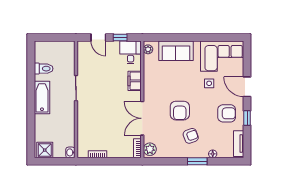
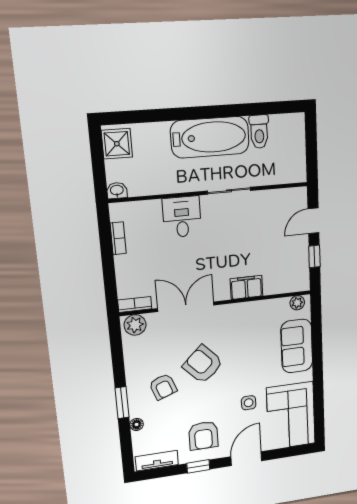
desk: (131, 52) -> (182, 217), moved, turned -90
bathtub: (42, 97) -> (210, 137), width x1.36, depth x1.36
armchair: (180, 111) -> (203, 364), turned 46

